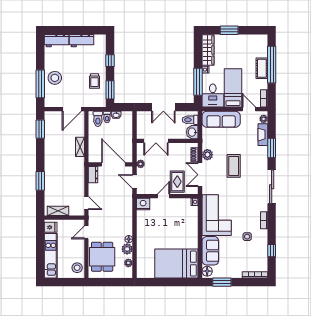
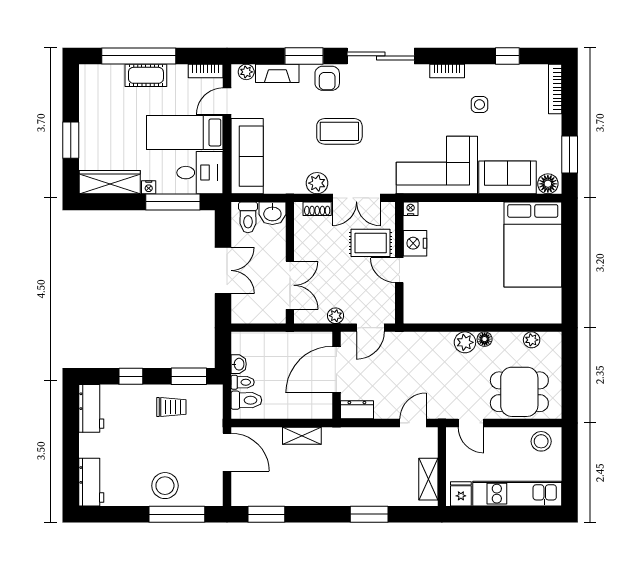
workbench: (82, 41) -> (91, 408), moved
armchair: (260, 160) -> (327, 78), added
nightstand: (143, 204) -> (415, 243), moved
plant: (127, 249) -> (465, 342), moved

